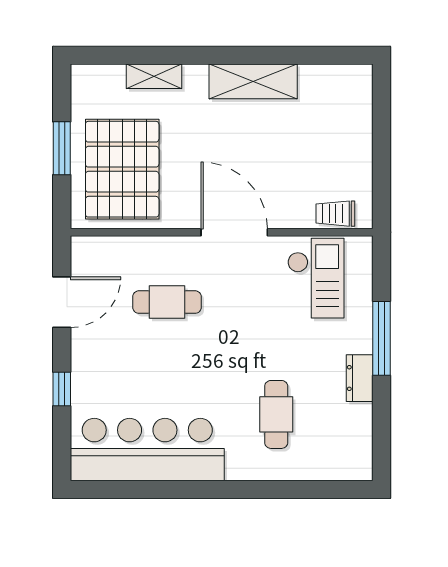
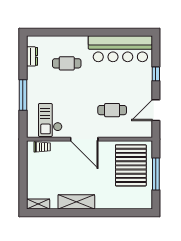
shelving: (154, 76) -> (38, 204), moved
window: (62, 148) -> (156, 174), width x1.44
dresser: (360, 378) -> (32, 56), moved
cafe table: (276, 414) -> (67, 63), turned 90

